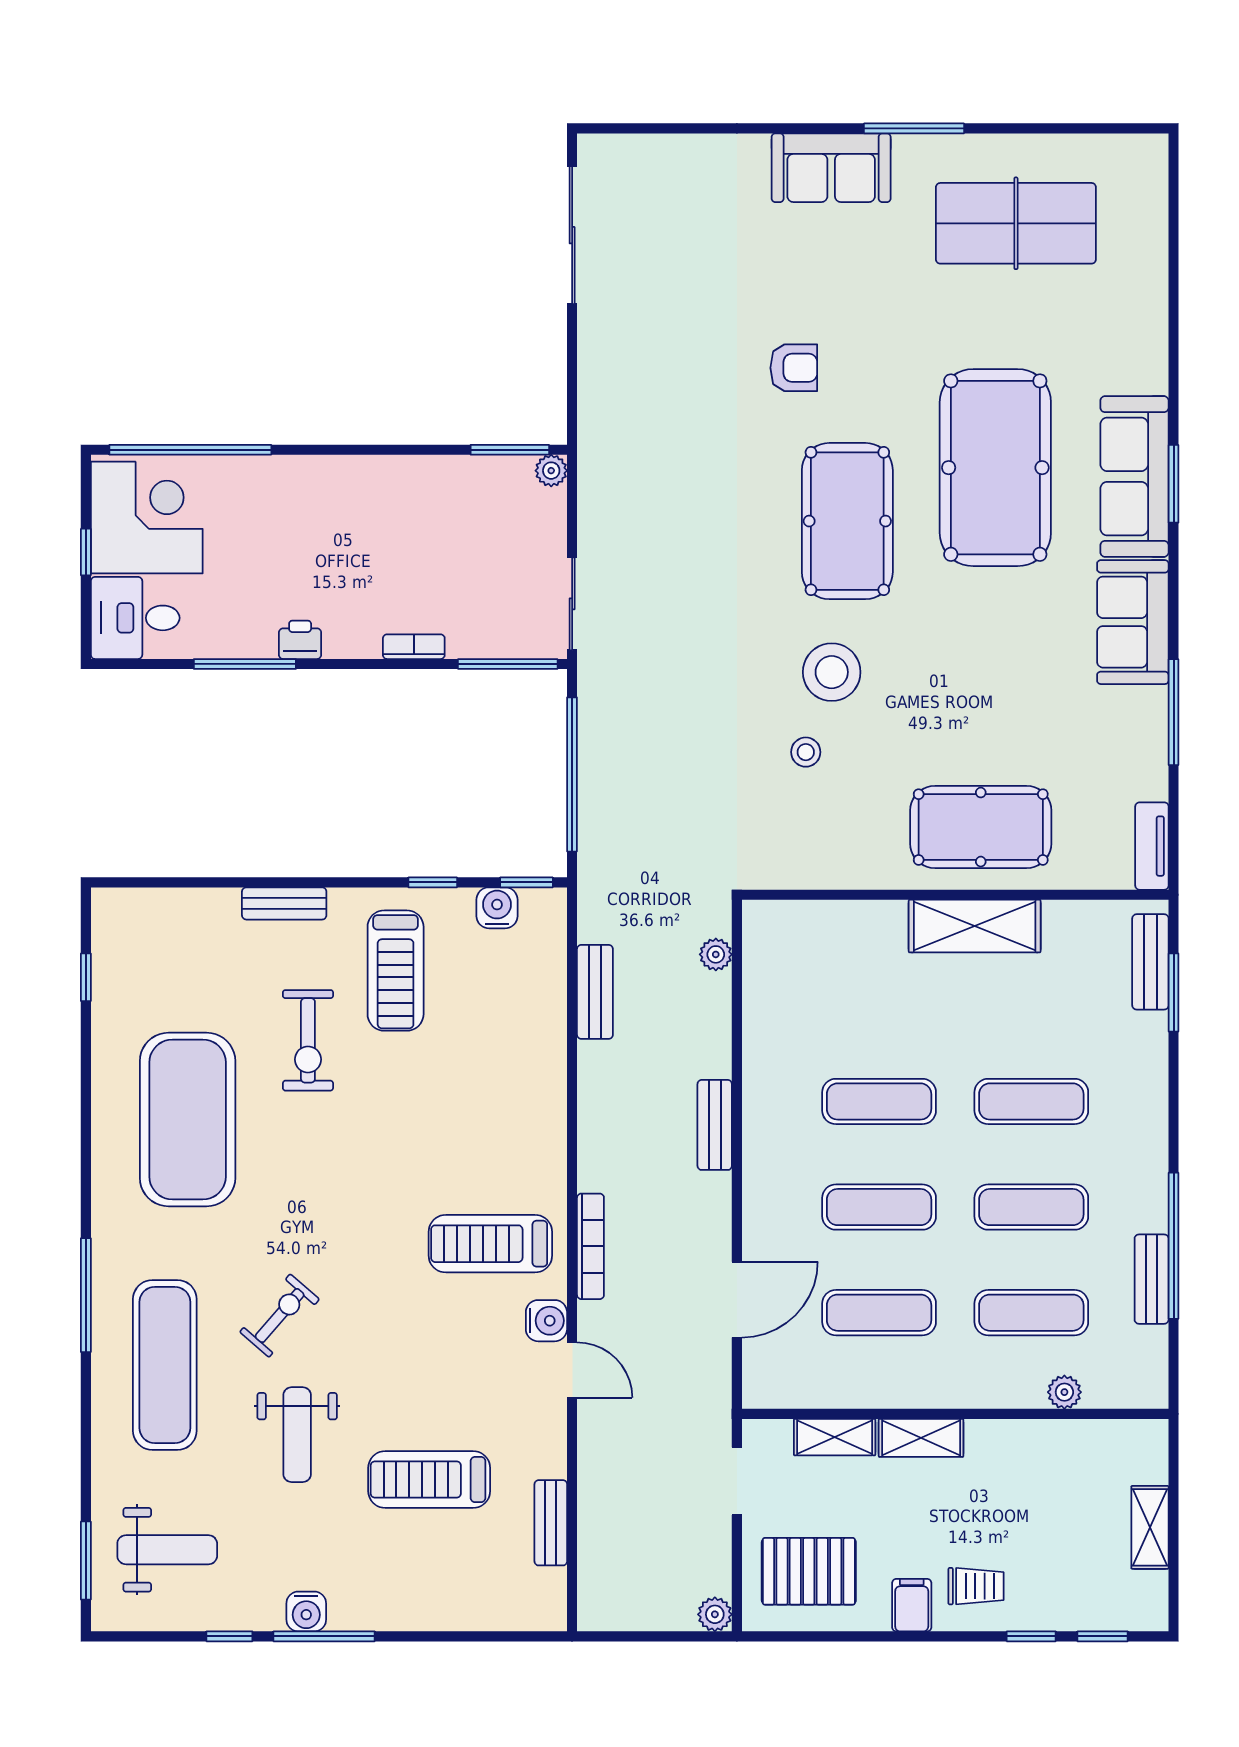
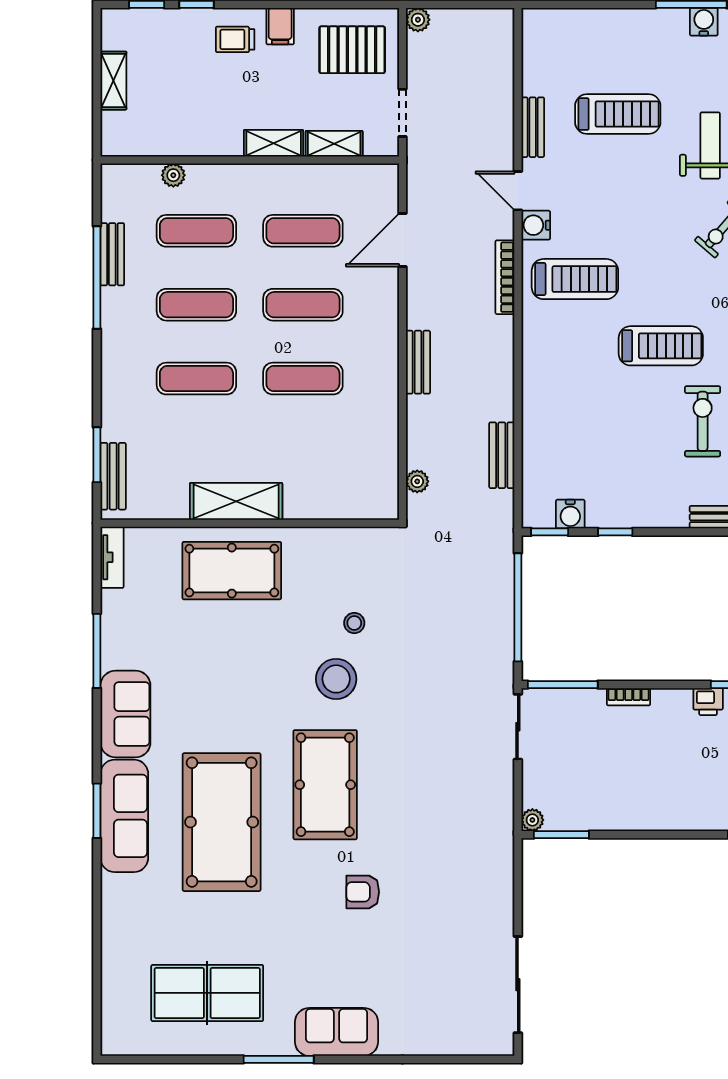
treadmill: (396, 971) -> (661, 346), moved, turned 90
bench: (551, 1523) -> (533, 127), moved

